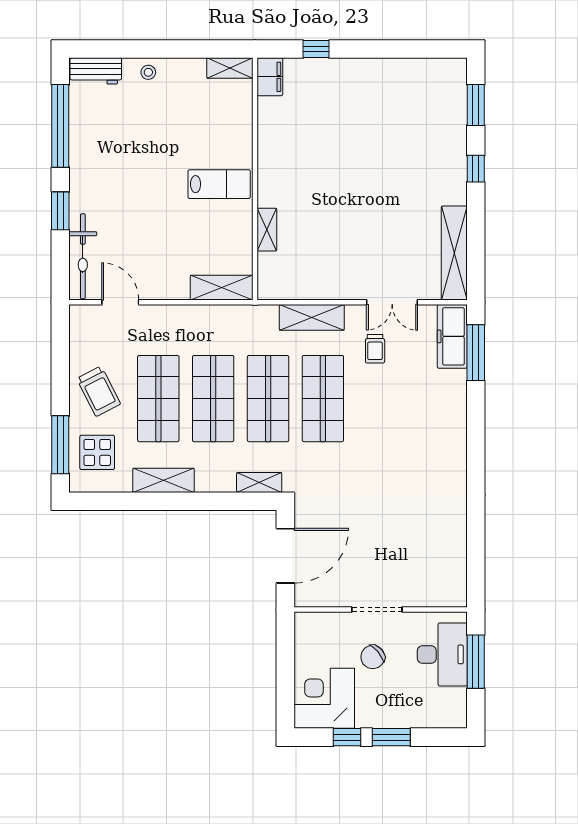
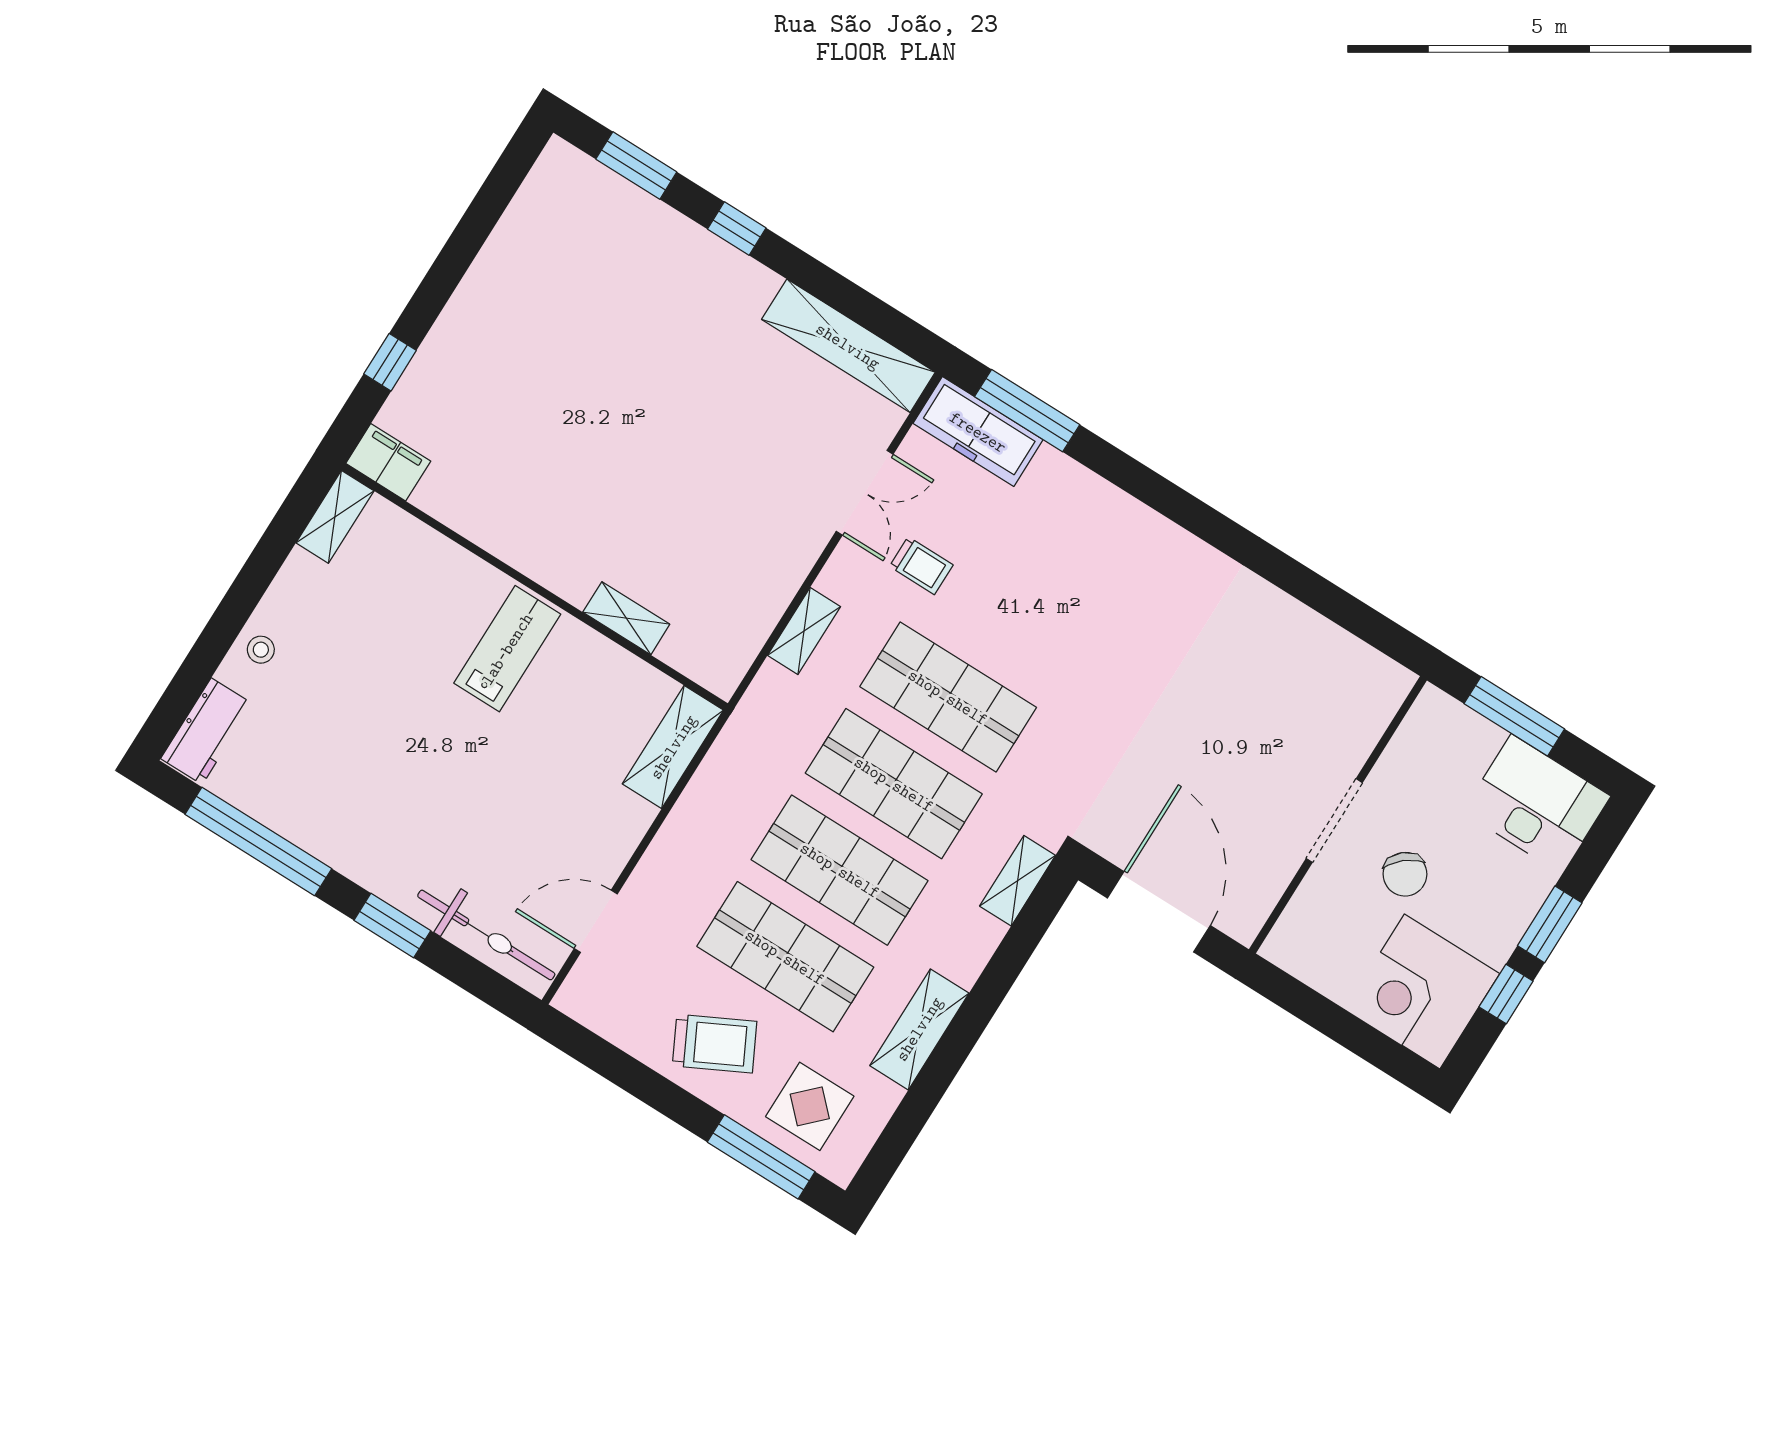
shelving: (312, 317) -> (804, 631), width x0.67, depth x0.75
desk: (442, 654) -> (1537, 804), moved

